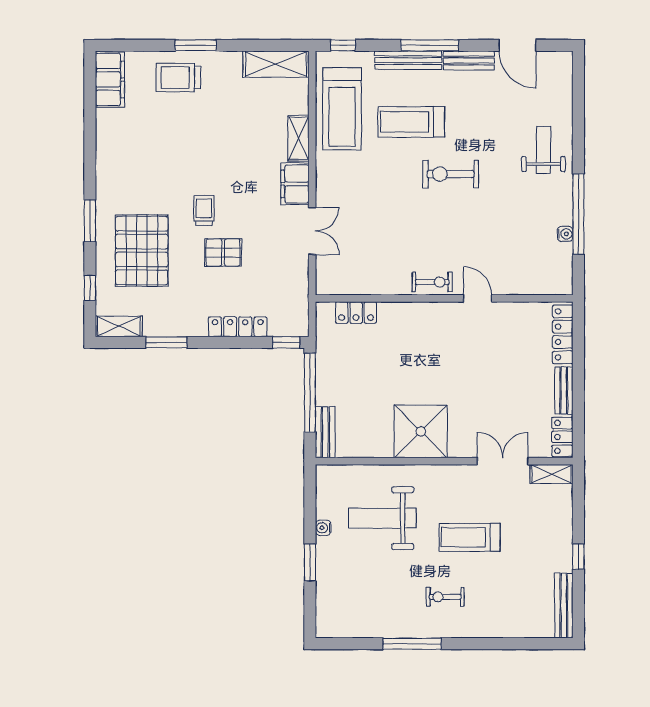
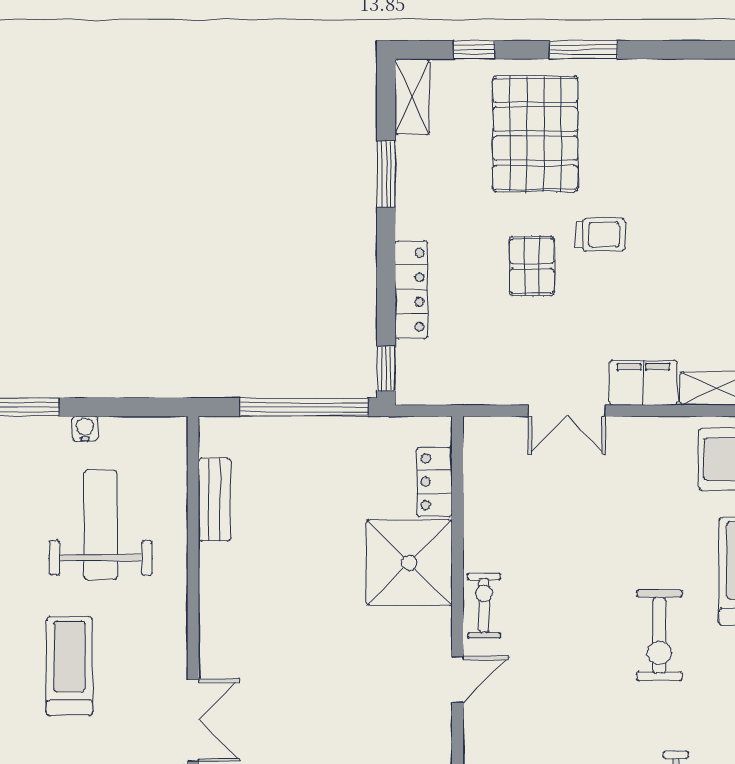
exercise bike: (450, 174) -> (659, 635), turned 180
pallet: (142, 251) -> (535, 134), turned 90
exercise bike: (432, 282) -> (484, 606), turned 180
shower: (421, 431) -> (409, 563), moved
bench: (325, 432) -> (214, 500), moved, turned 90

